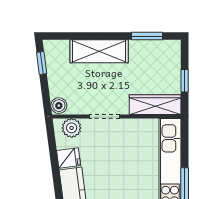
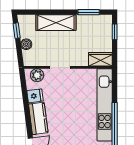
window: (185, 81) -> (115, 32), moved
wardrobe: (155, 105) -> (100, 59), width x0.67
boiler: (59, 106) -> (26, 44), moved

